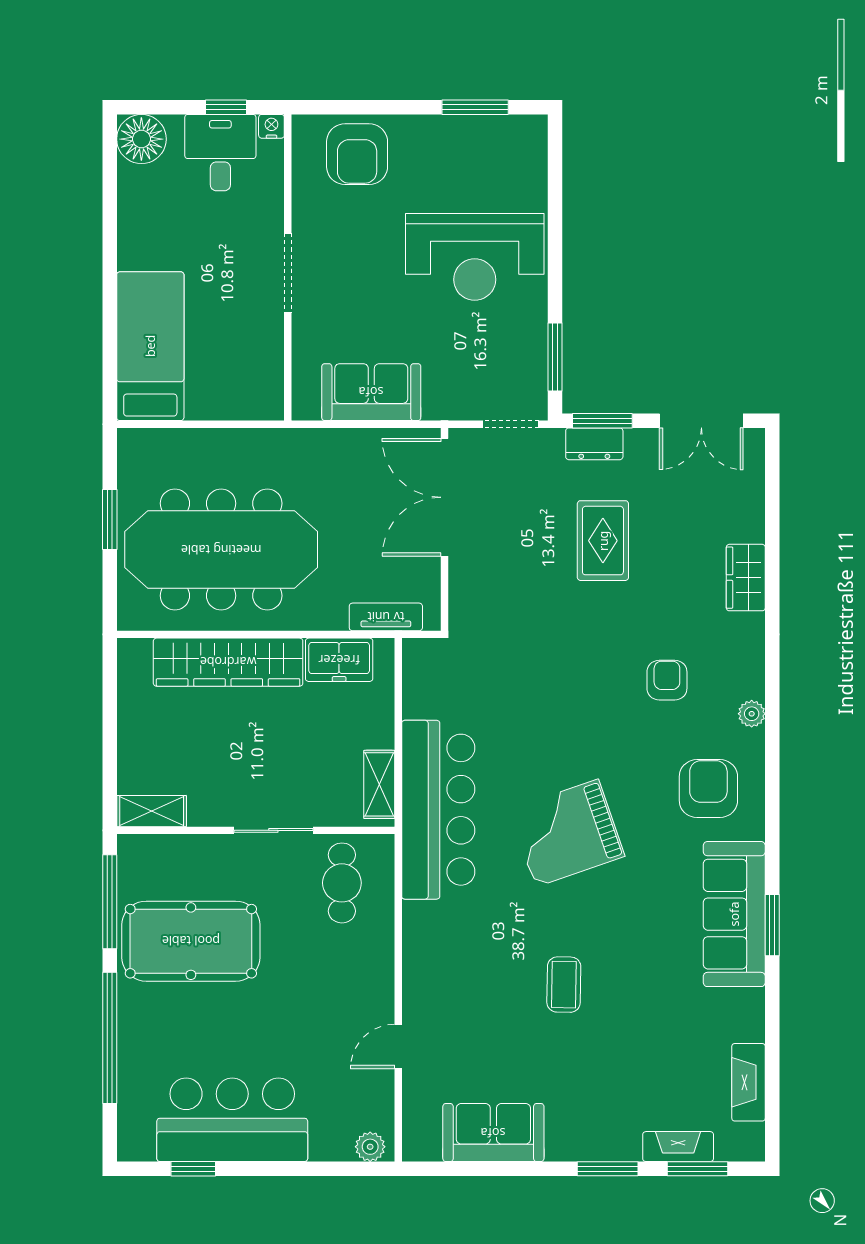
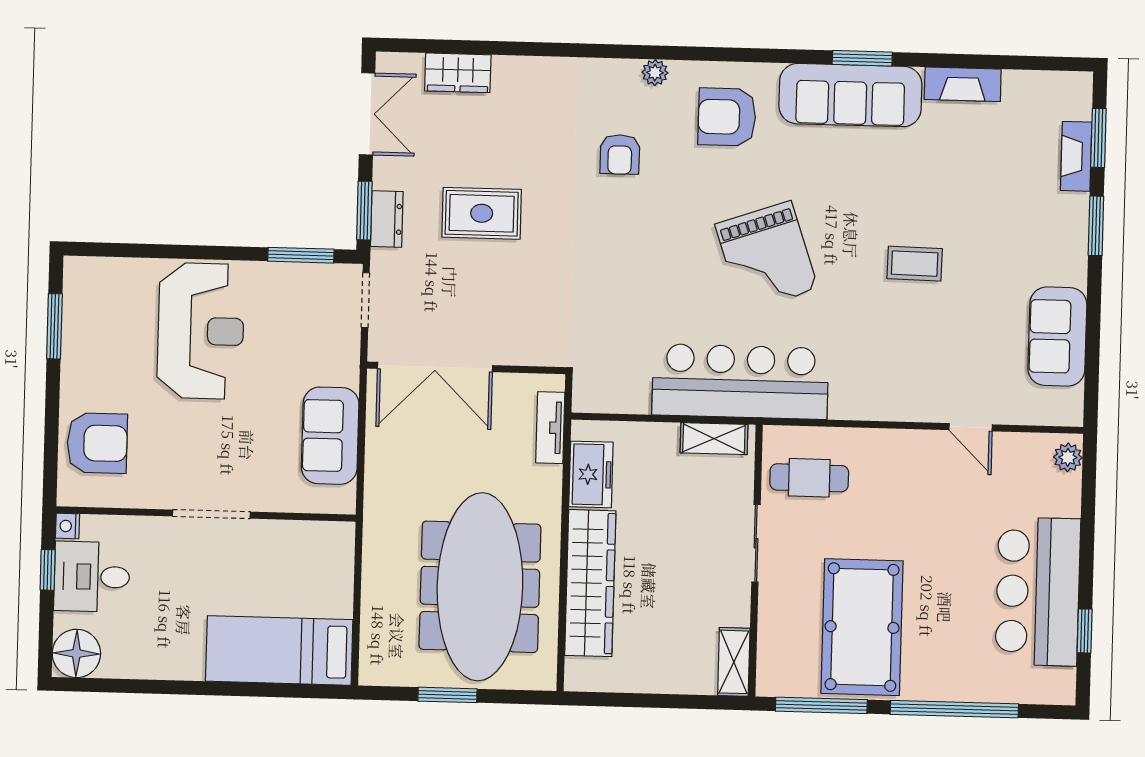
wardrobe: (746, 578) -> (458, 73), moved
armchair: (667, 680) -> (620, 154), turned -90
fireplace: (749, 1082) -> (963, 84), moved

